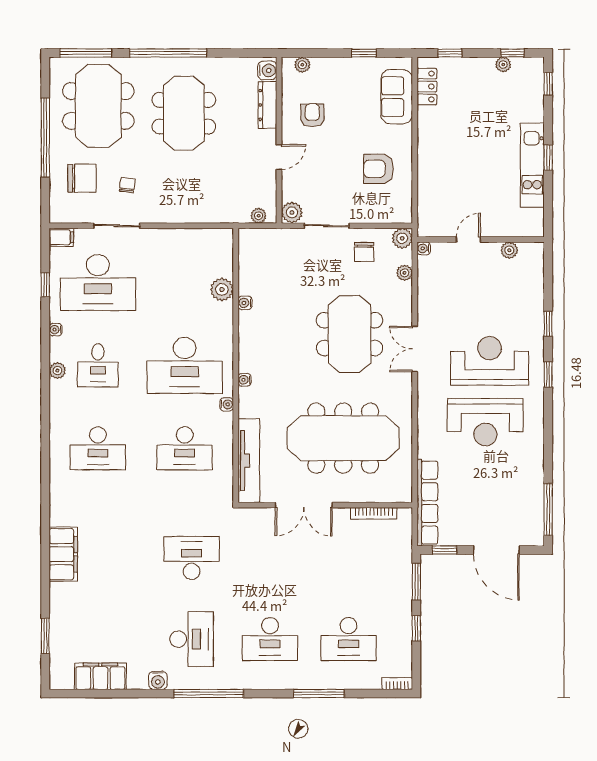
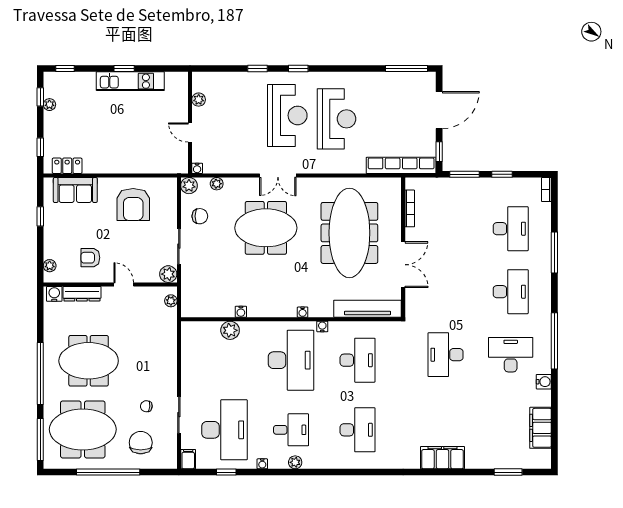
armchair: (379, 169) -> (133, 205), width x1.36, depth x1.36
reception desk: (490, 361) -> (287, 115), turned 180

